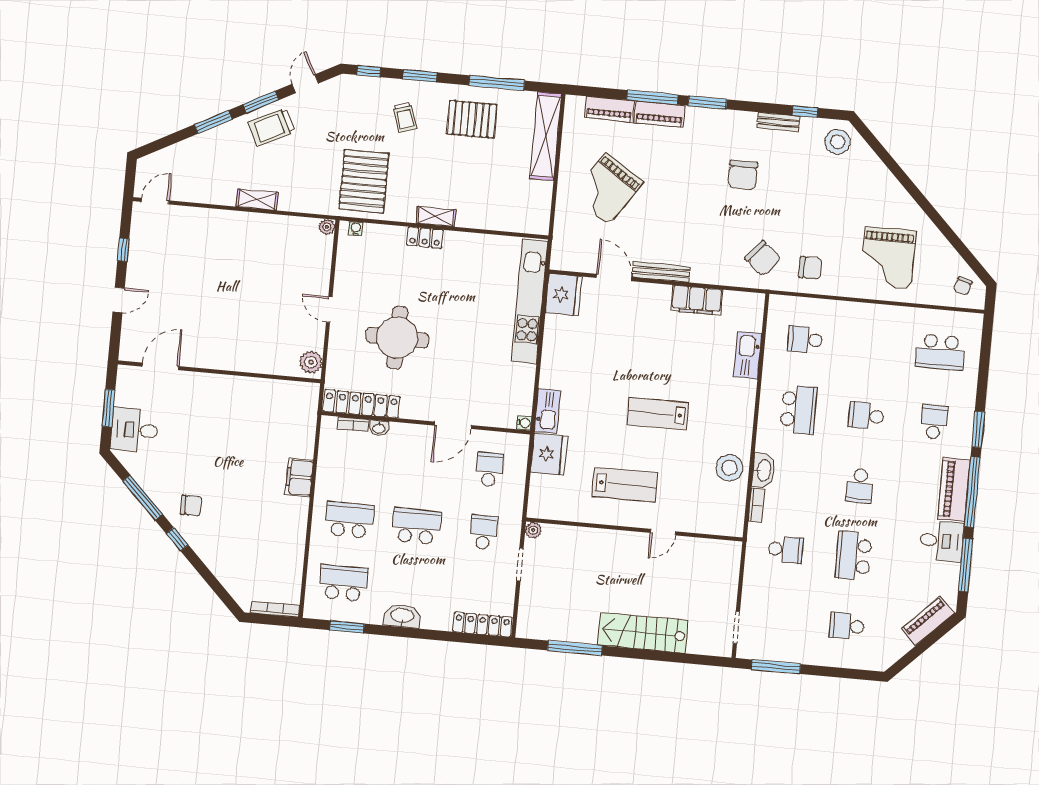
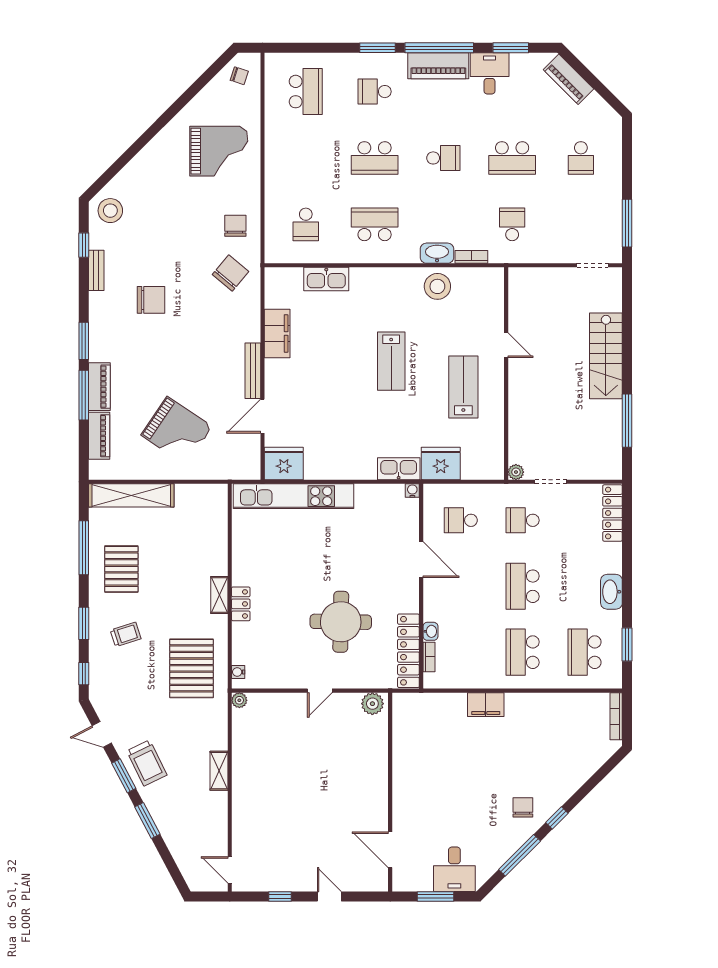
pallet: (364, 181) -> (191, 668), turned 90
school desk: (866, 416) -> (375, 158), width x1.85
window: (966, 565) -> (511, 48), width x0.69

